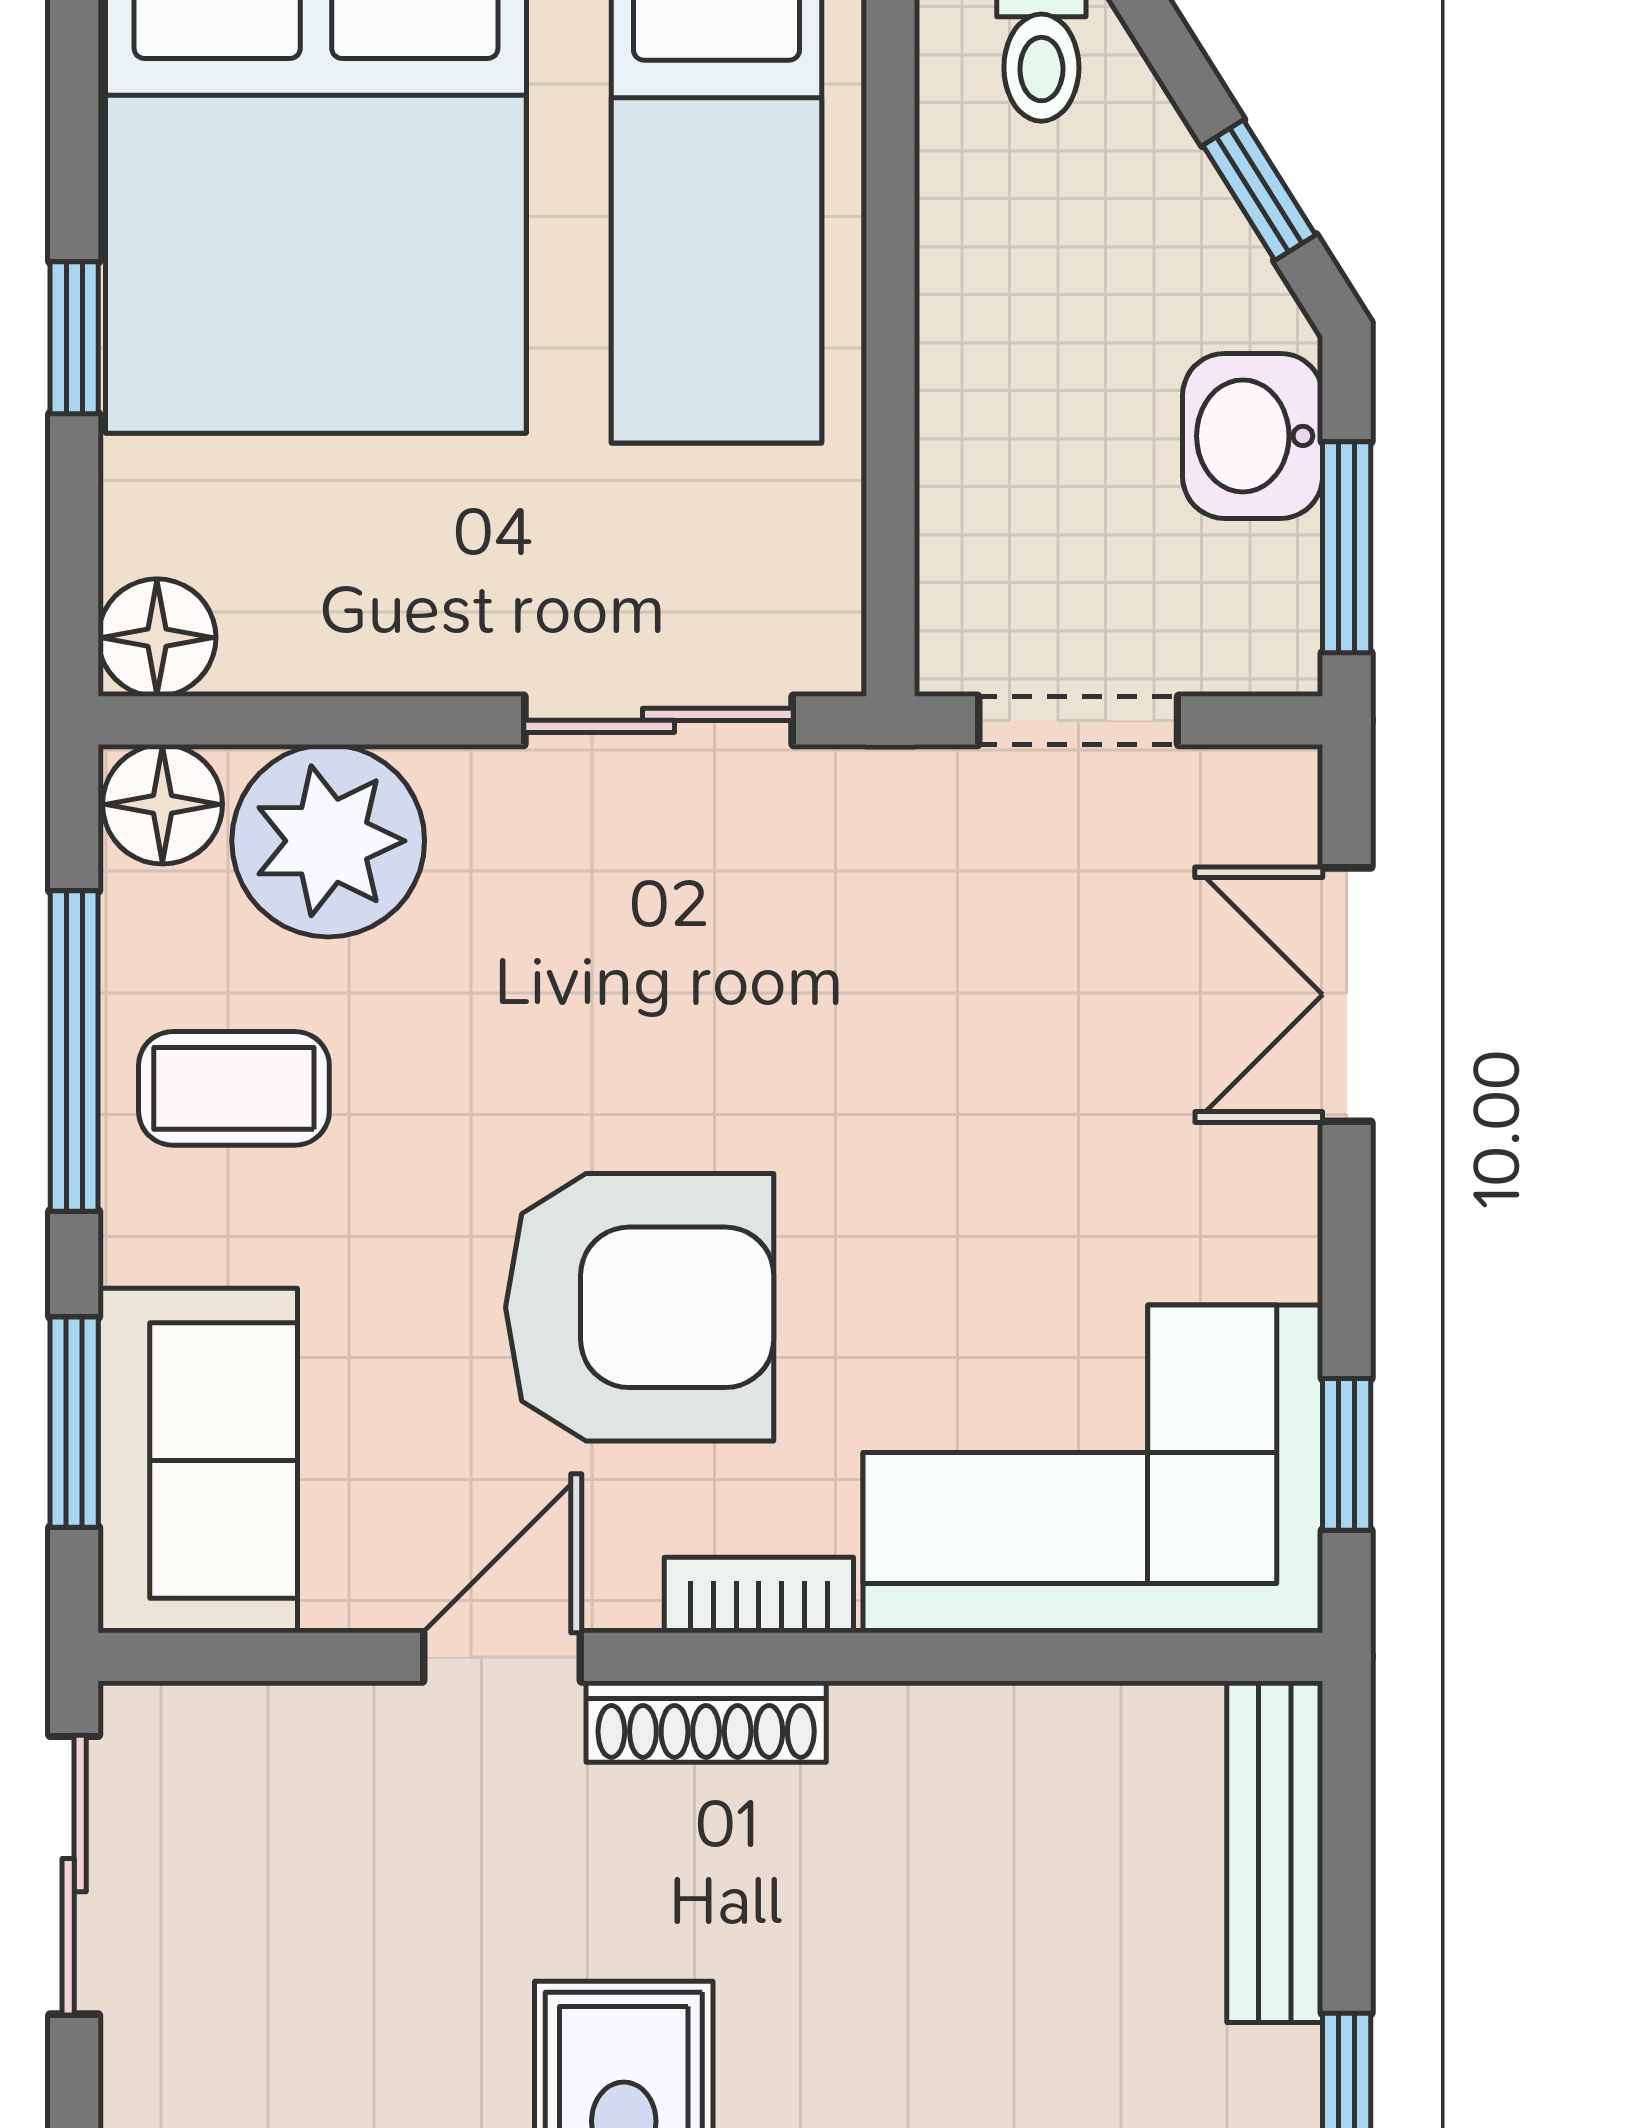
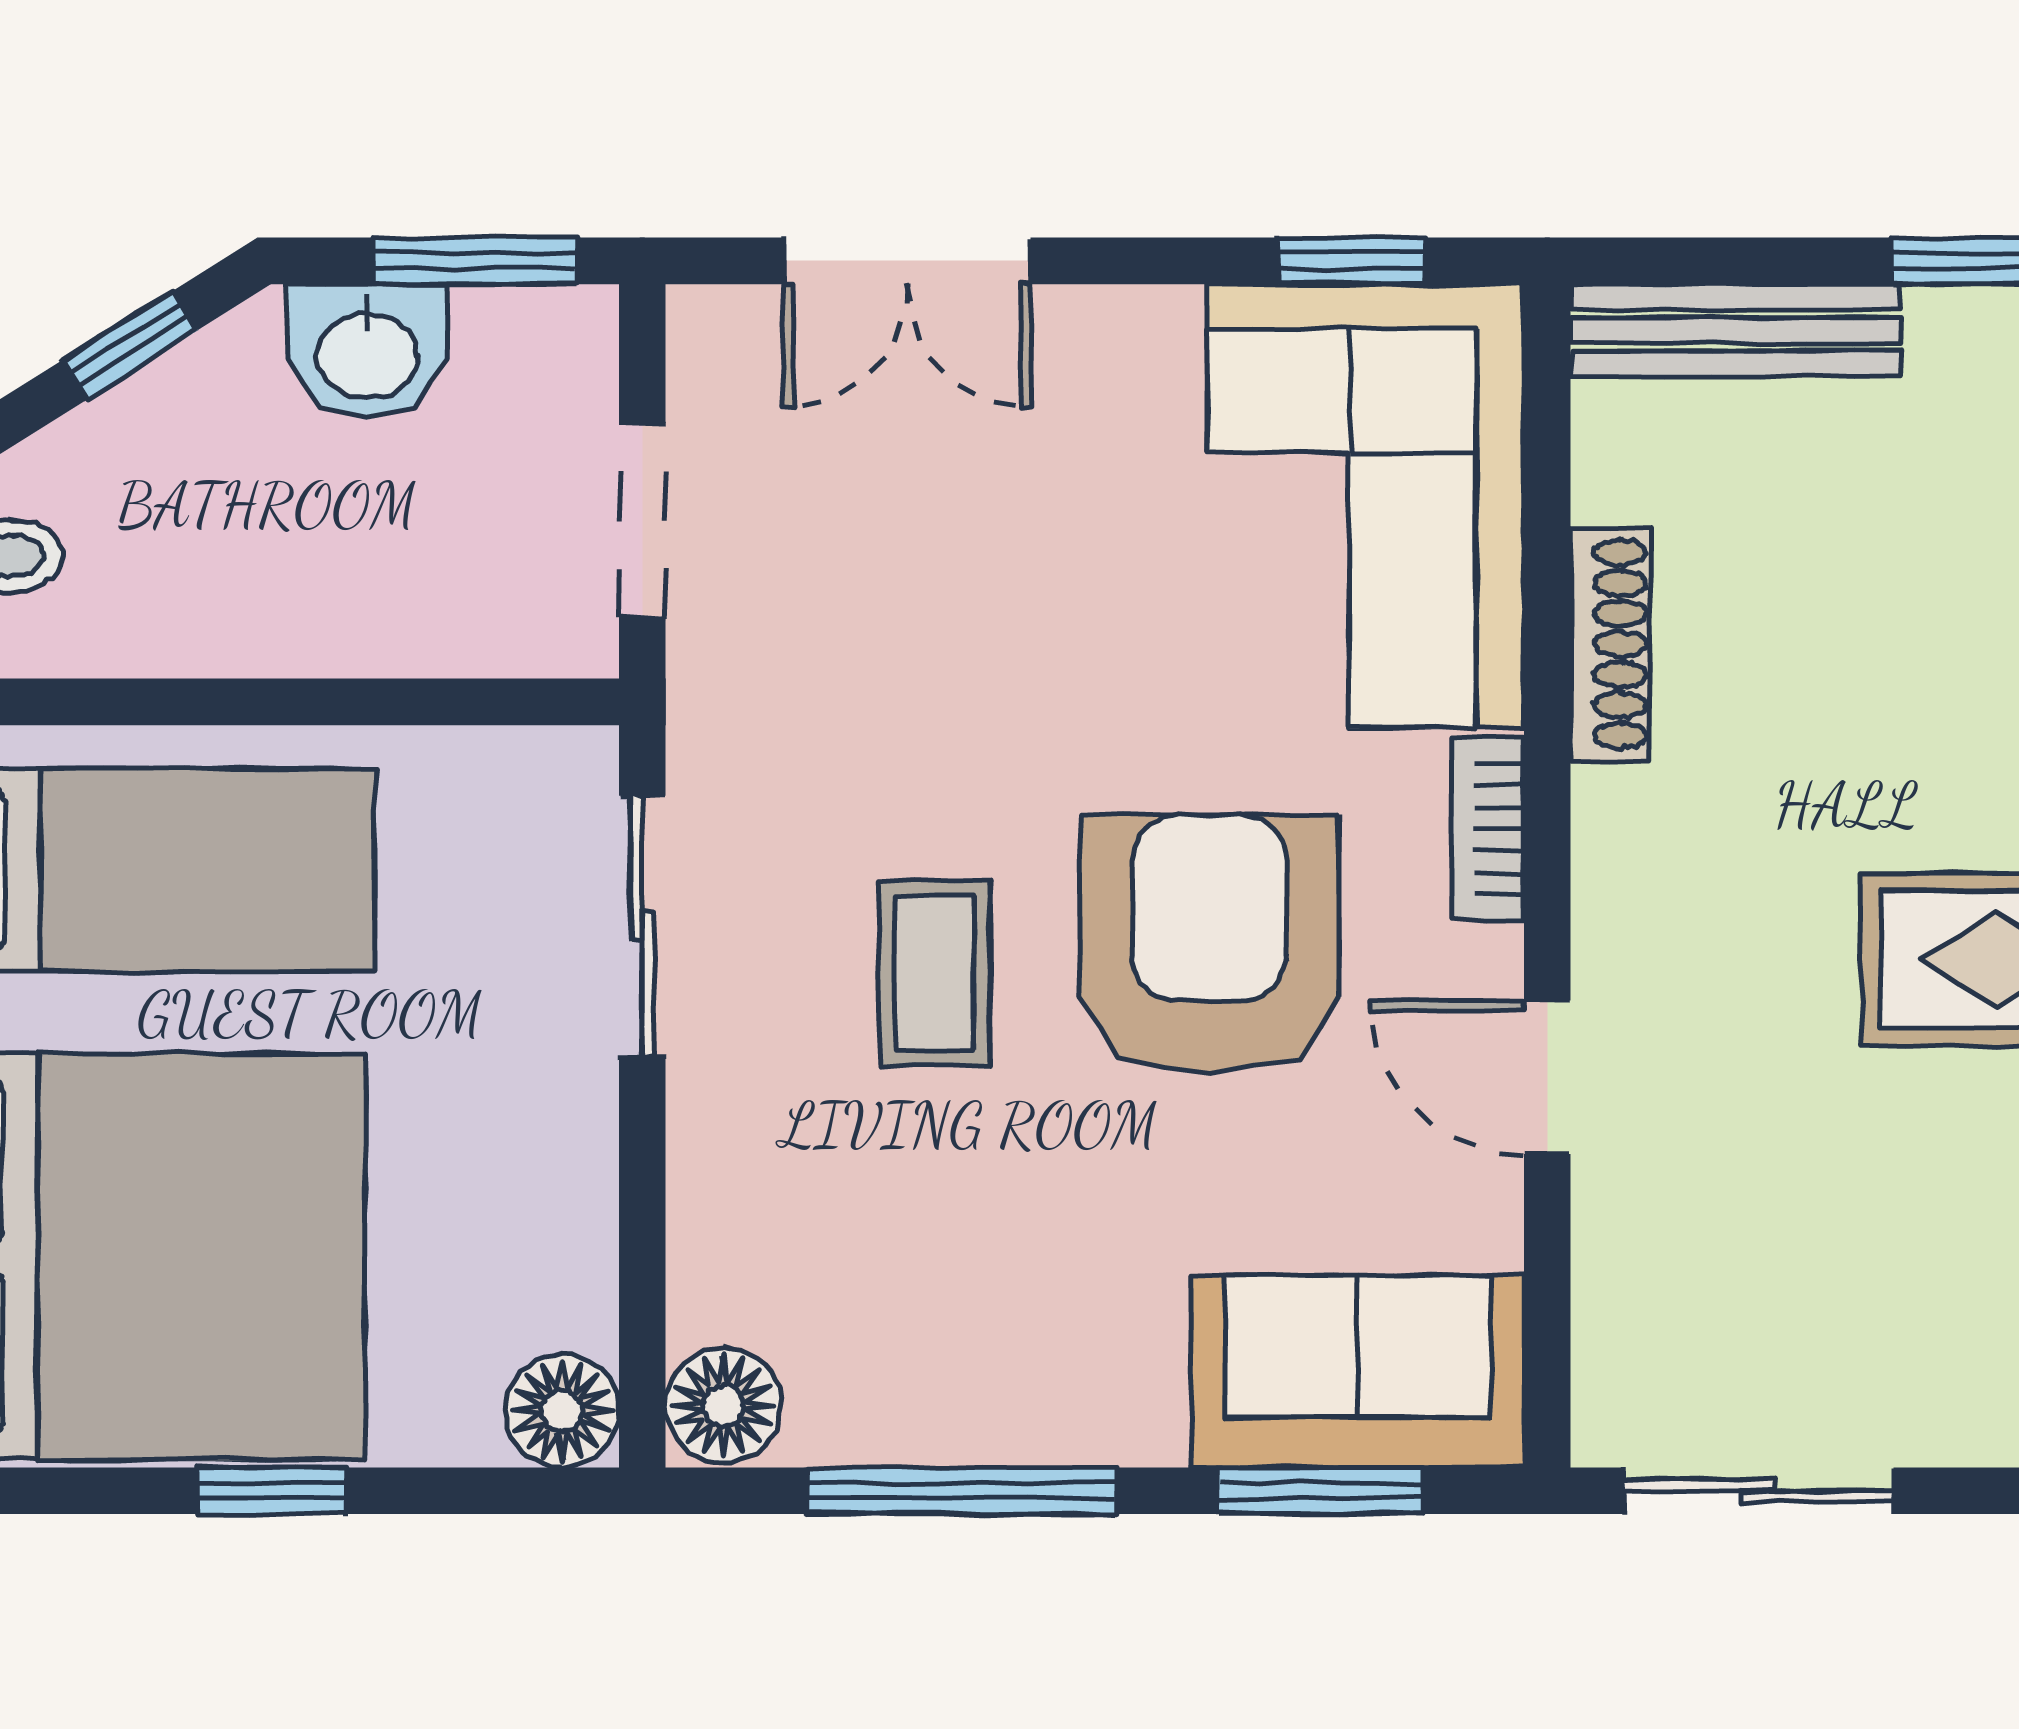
plant: (328, 841) -> (758, 1245), removed
coffee table: (234, 1088) -> (934, 973), moved
shoe rack: (706, 1722) -> (1610, 644), moved

